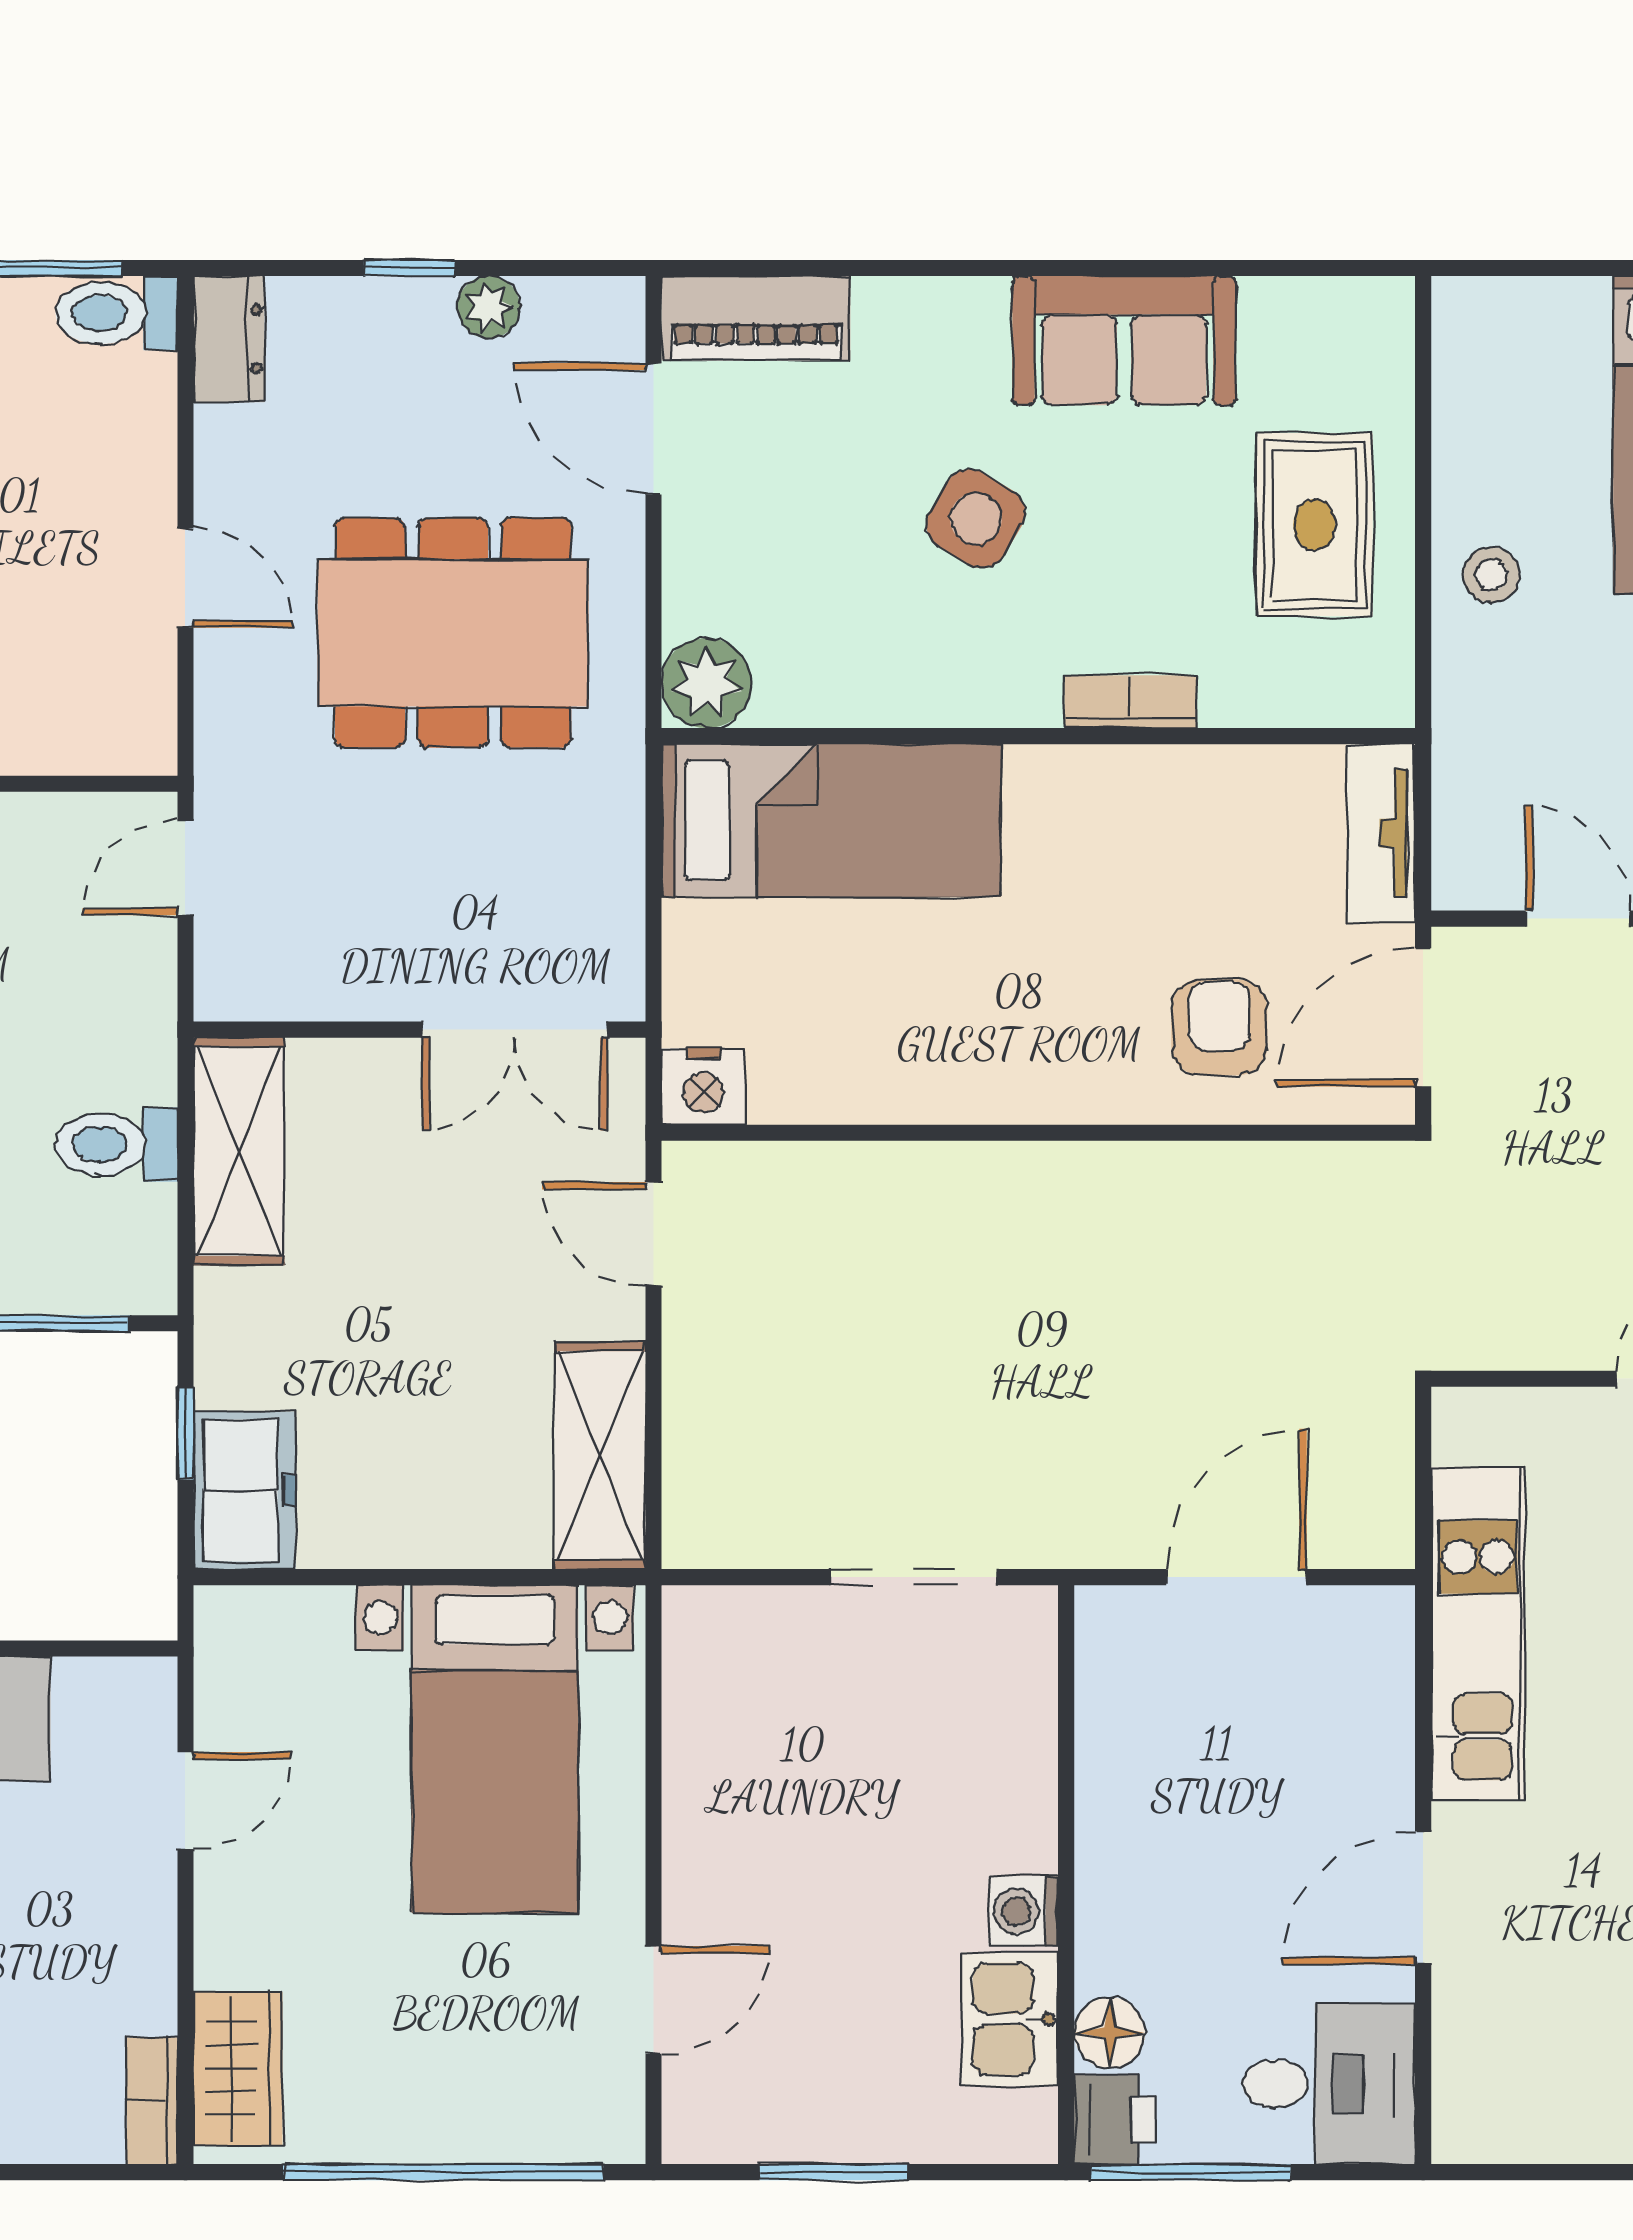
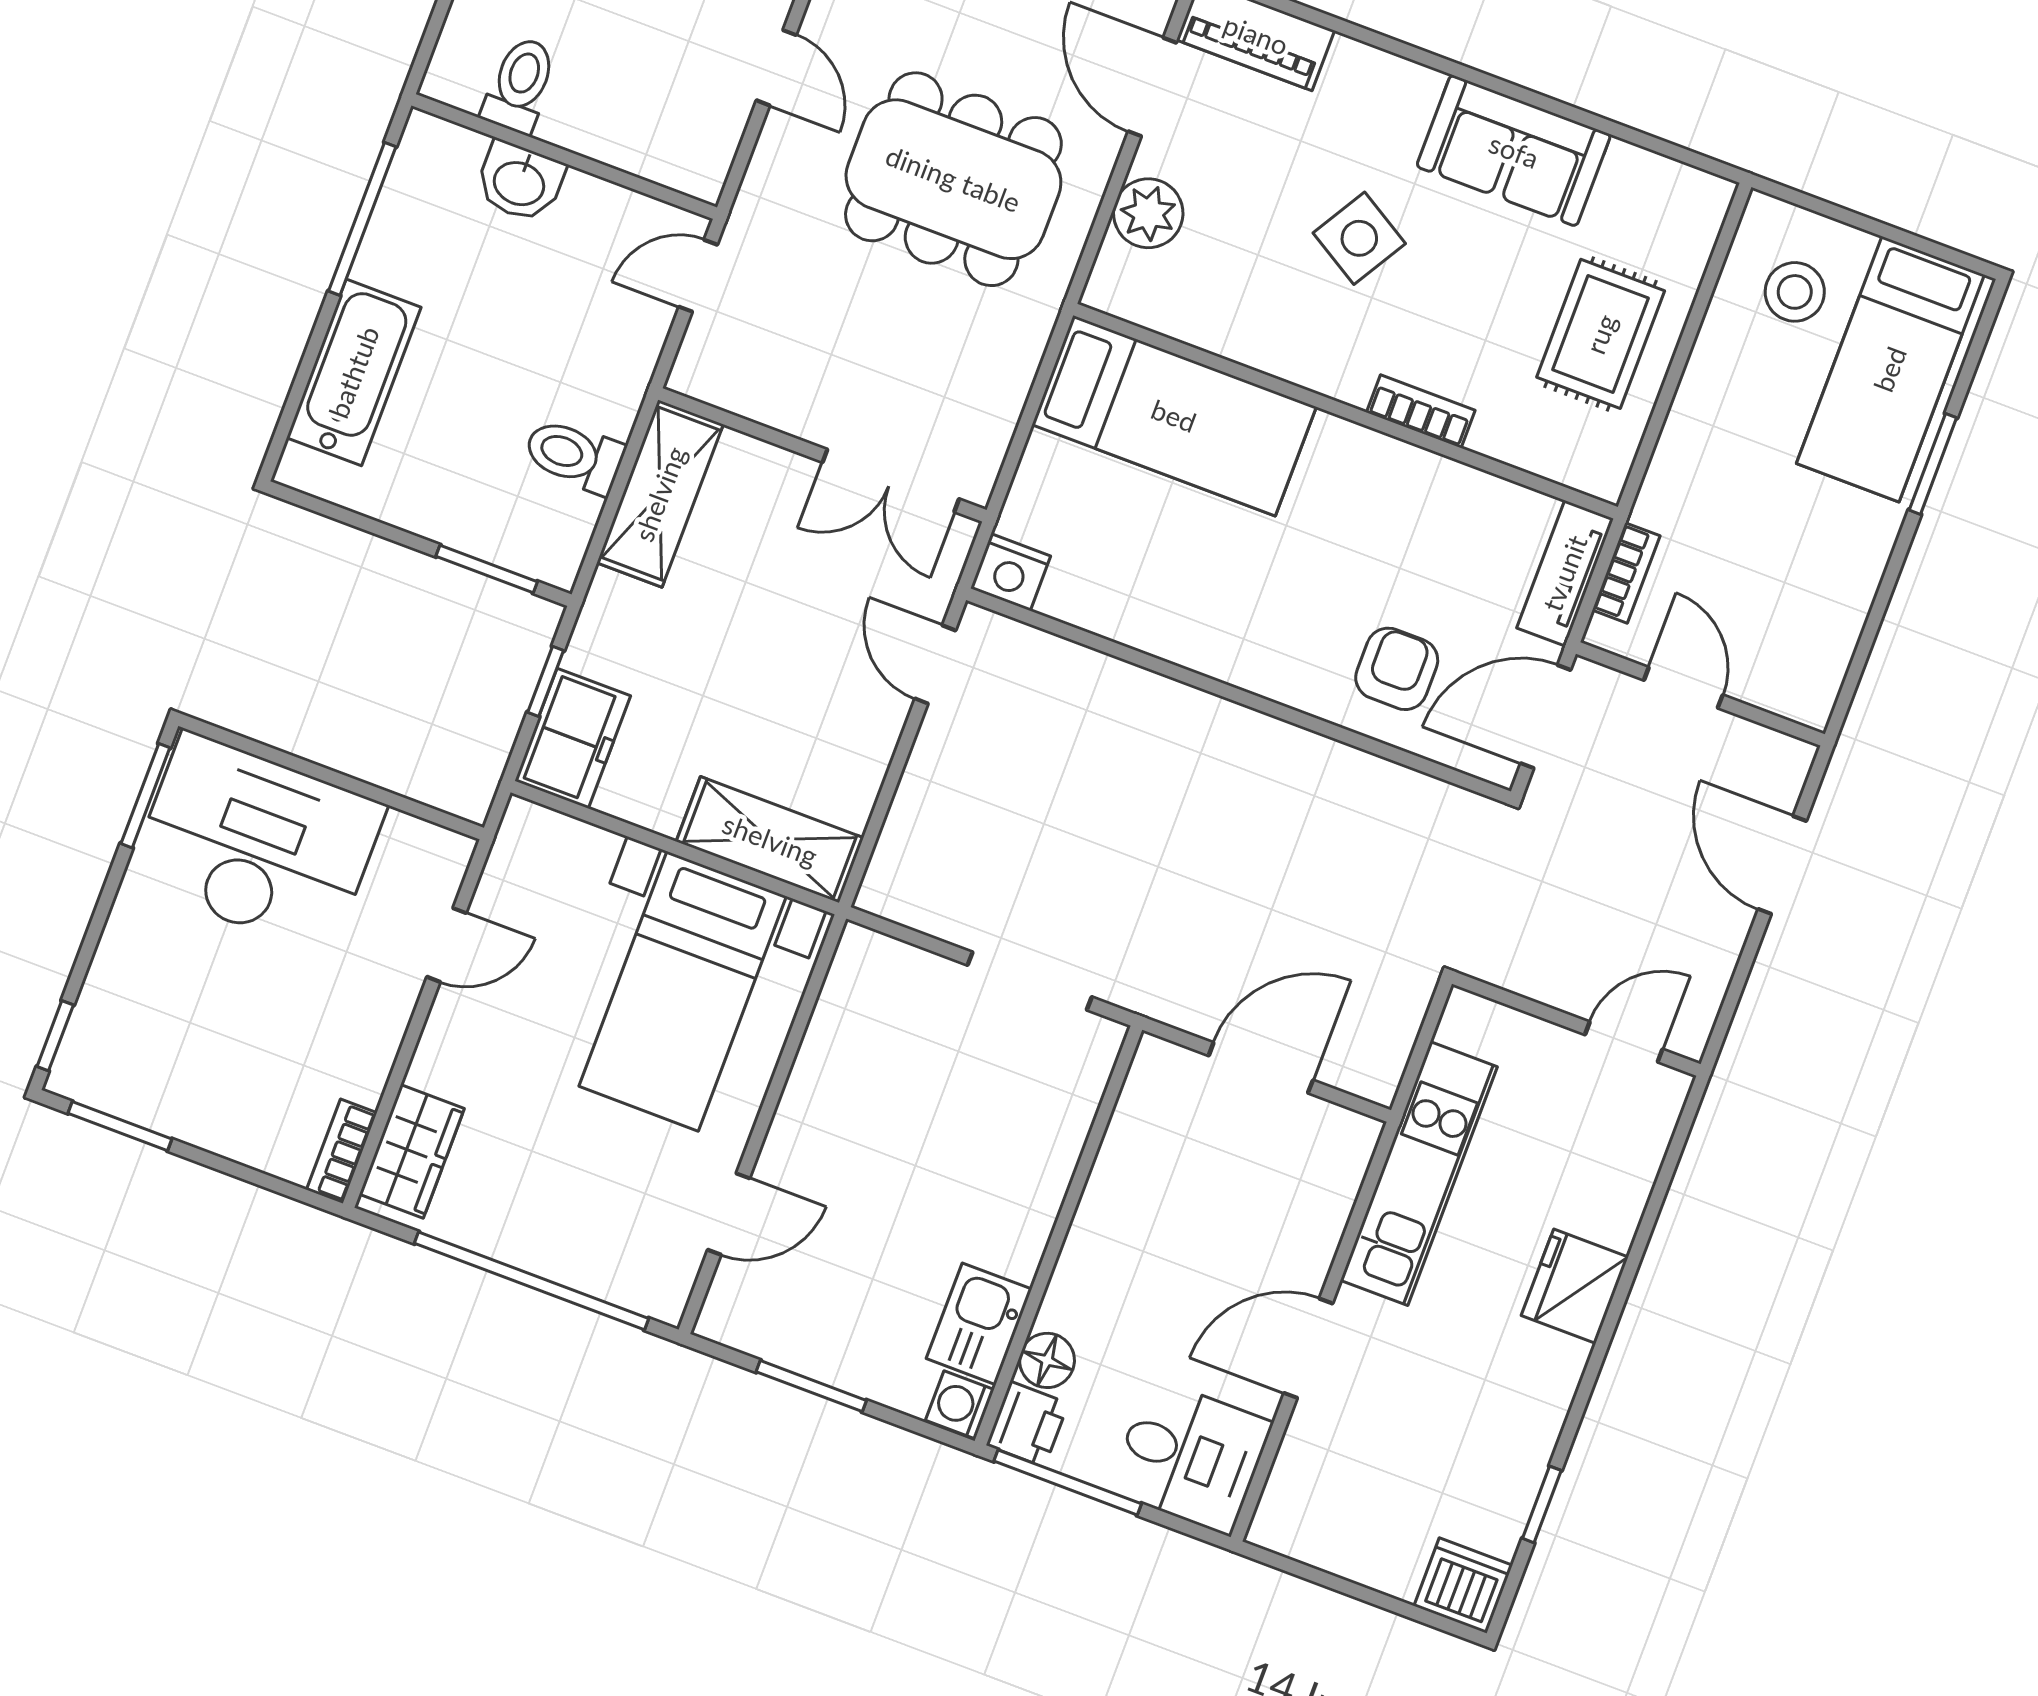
stool: (1491, 575) -> (1795, 292), moved, width x1.37, depth x1.37
plant: (707, 683) -> (1148, 213), moved
bookcase: (1455, 805) -> (1626, 573), added
shelving: (600, 1456) -> (770, 840), moved, turned 90
washing machine: (1023, 1911) -> (960, 1405), moved

